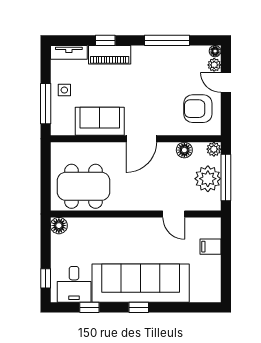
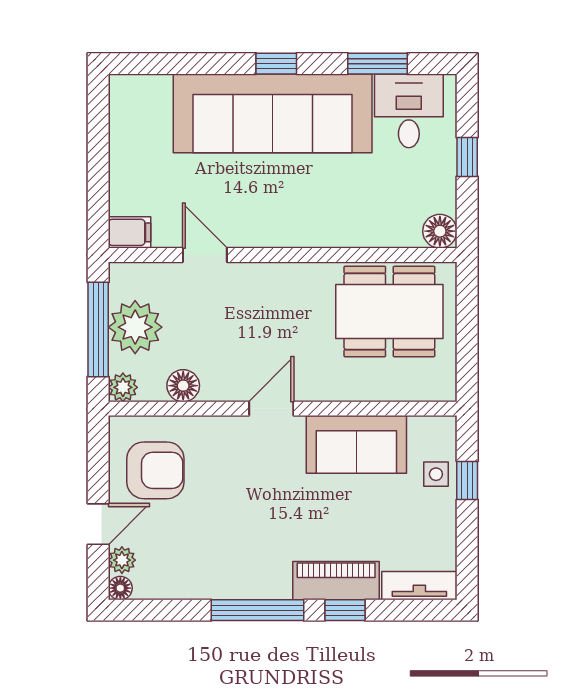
window: (167, 40) -> (258, 610), moved
door: (226, 82) -> (98, 524), hinge flipped
side table: (64, 90) -> (436, 474), moved
window: (46, 104) -> (467, 481), width x0.46
door: (141, 139) -> (271, 409), width x0.73
filing cabinet: (211, 247) -> (130, 232), moved
window: (46, 278) -> (467, 157), moved
window: (89, 307) -> (377, 64), width x1.50

